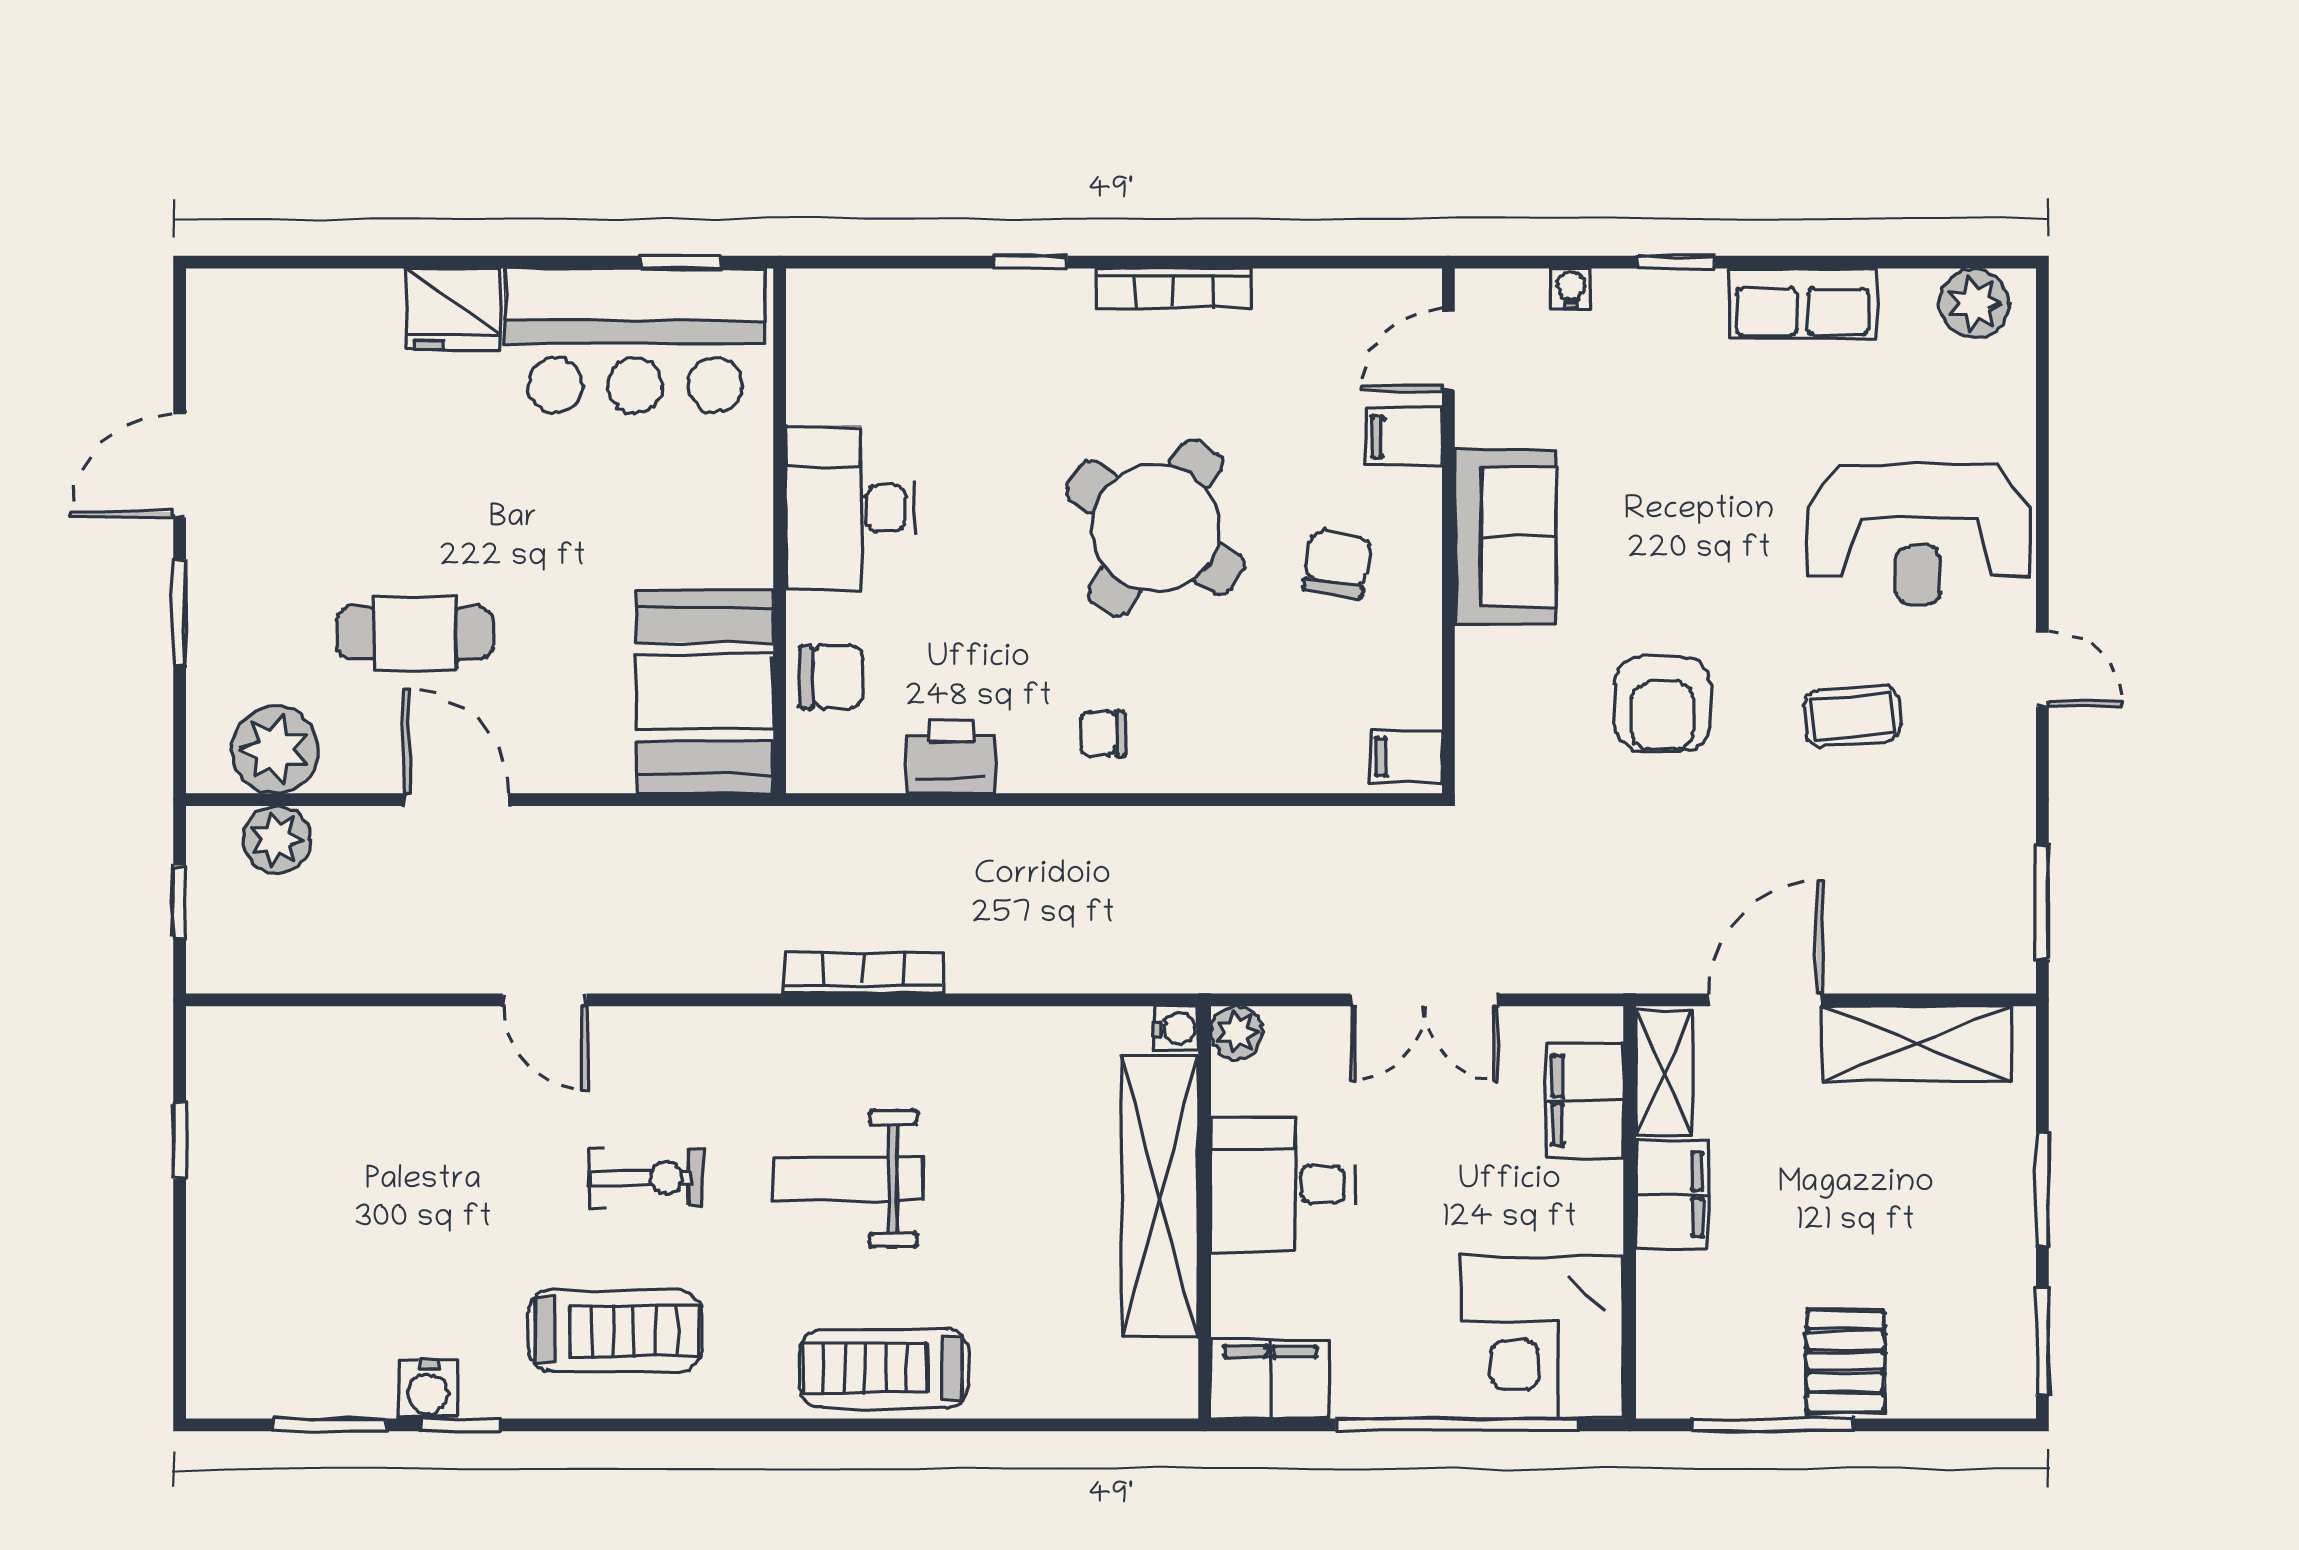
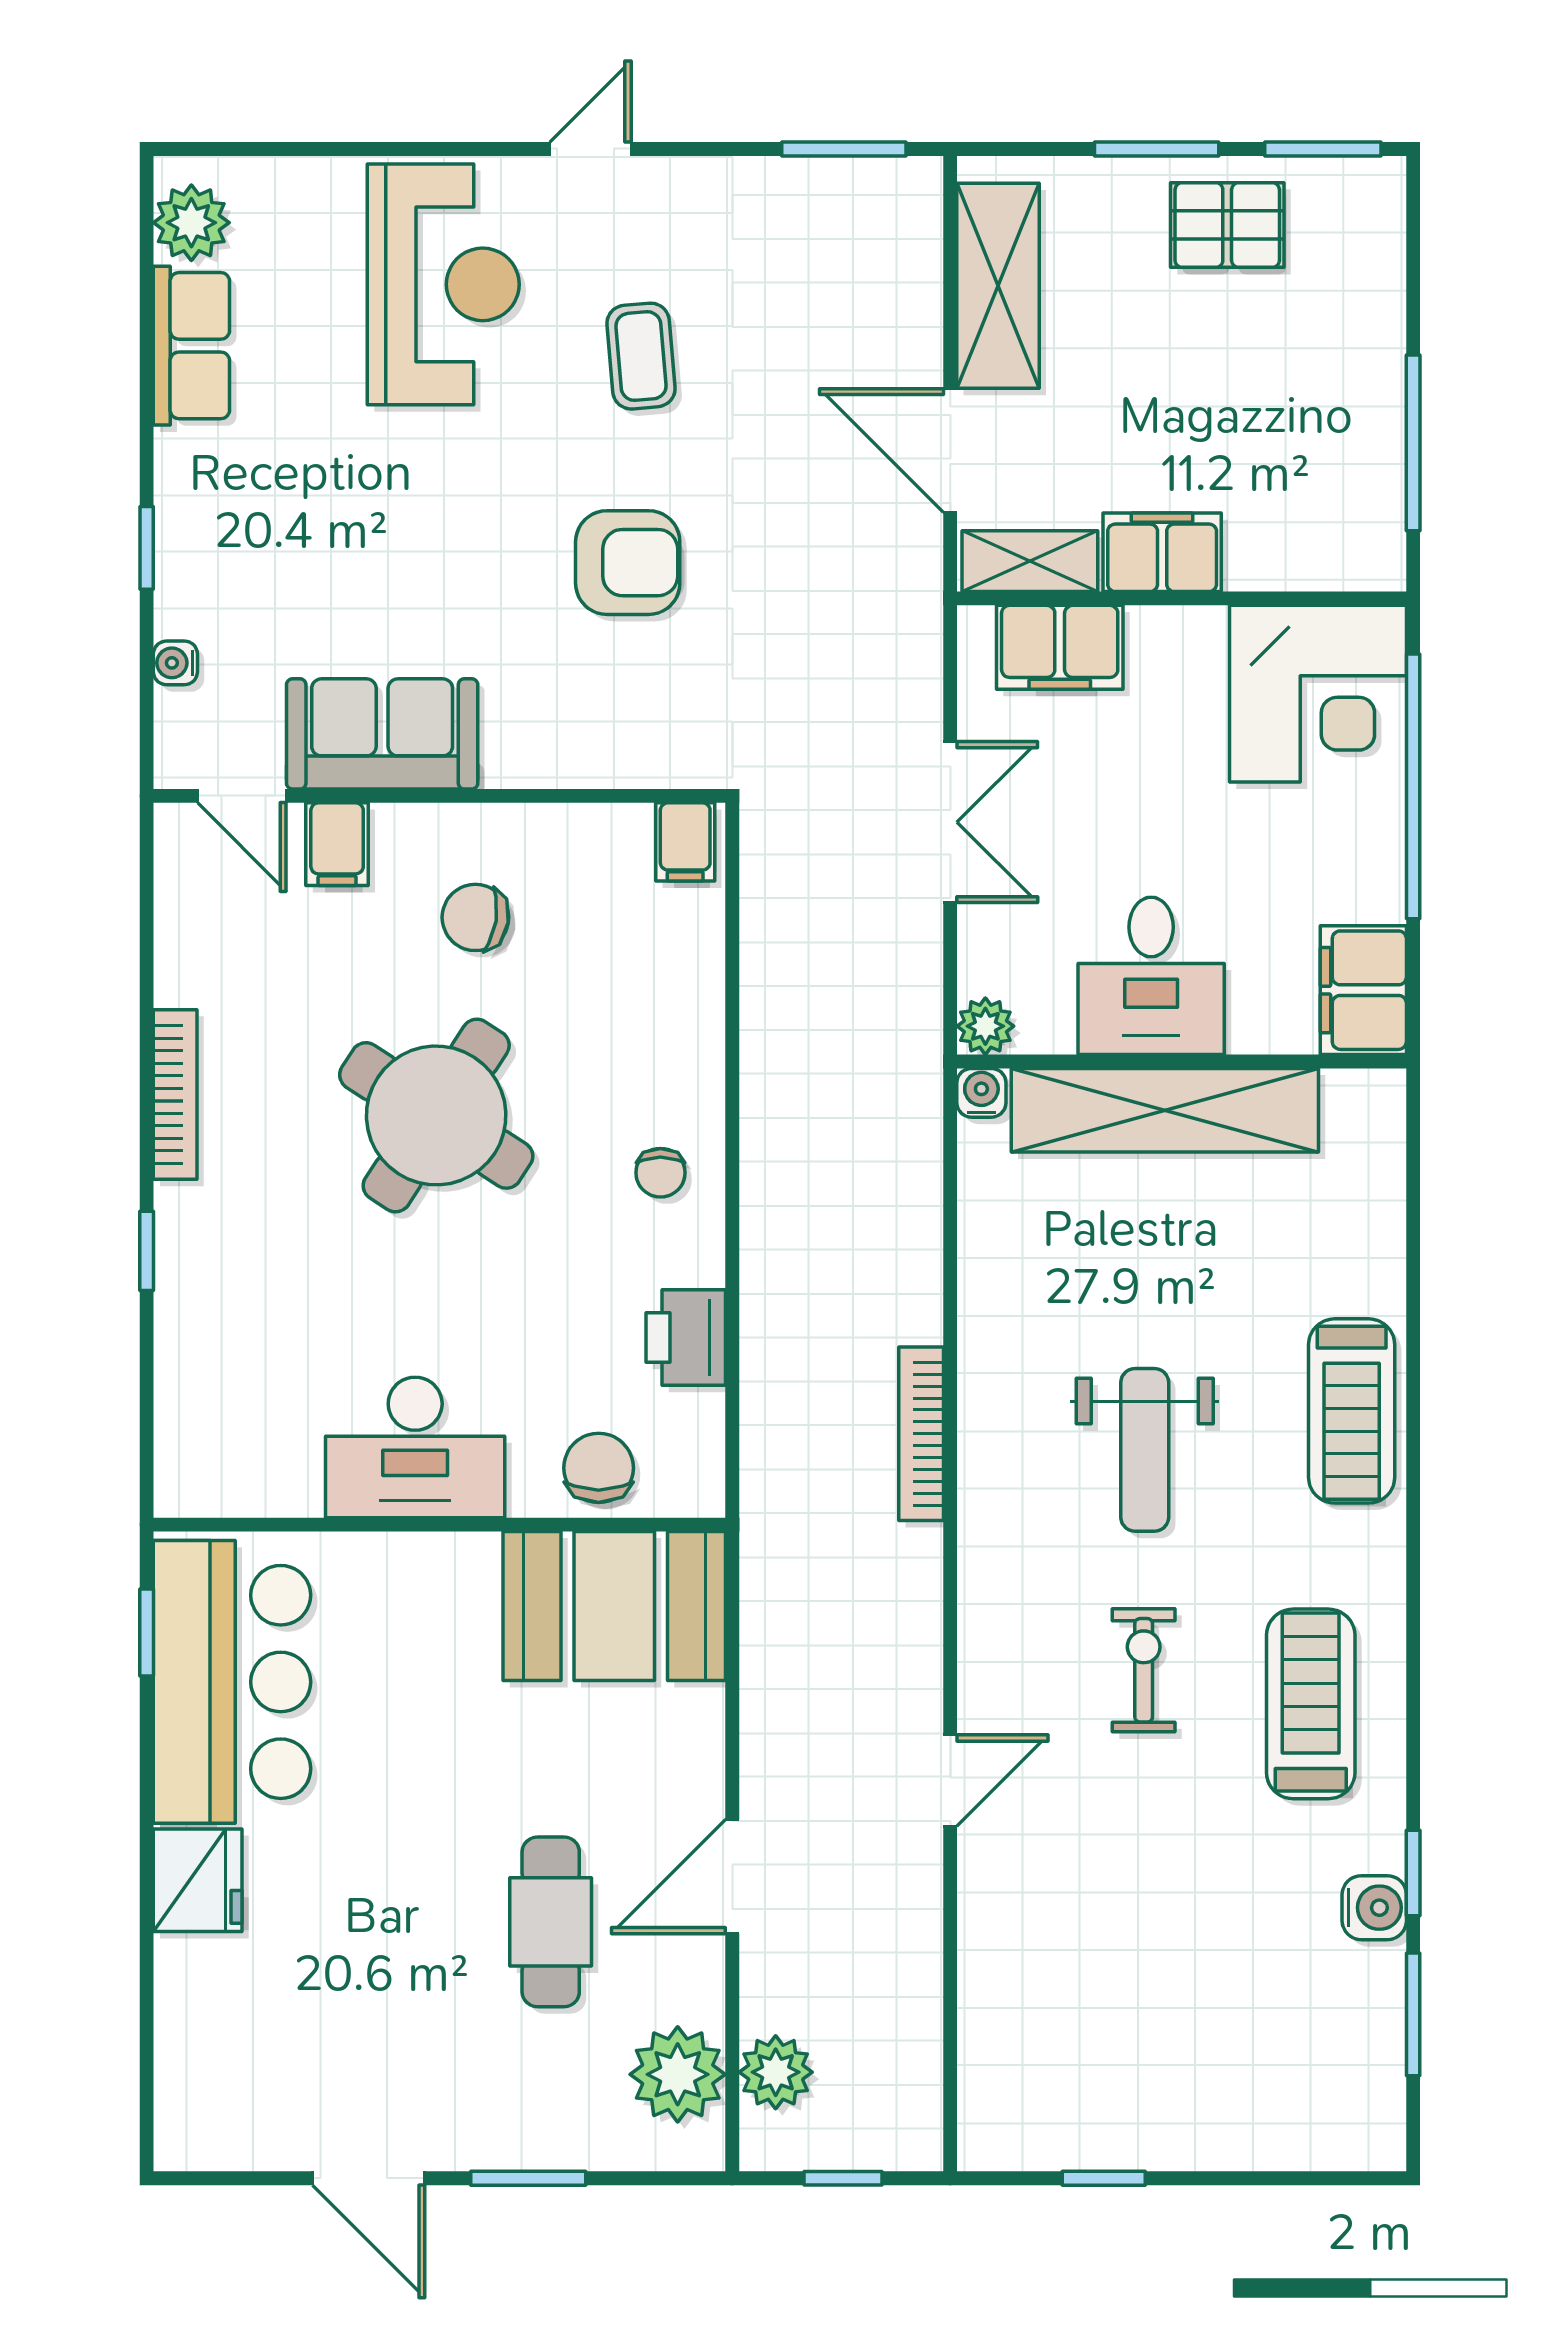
row of seats: (1802, 303) -> (191, 346), moved
sofa: (1505, 537) -> (382, 734), moved
pallet: (1845, 1361) -> (1227, 225), moved

